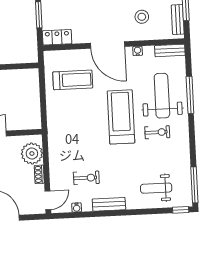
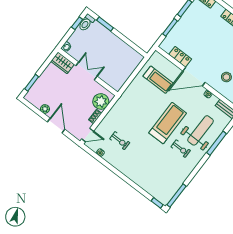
locker: (57, 37) -> (180, 57), moved
door: (108, 45) -> (194, 77), hinge flipped
weight bench: (156, 188) -> (154, 179), removed
bench: (109, 204) -> (120, 166), removed

